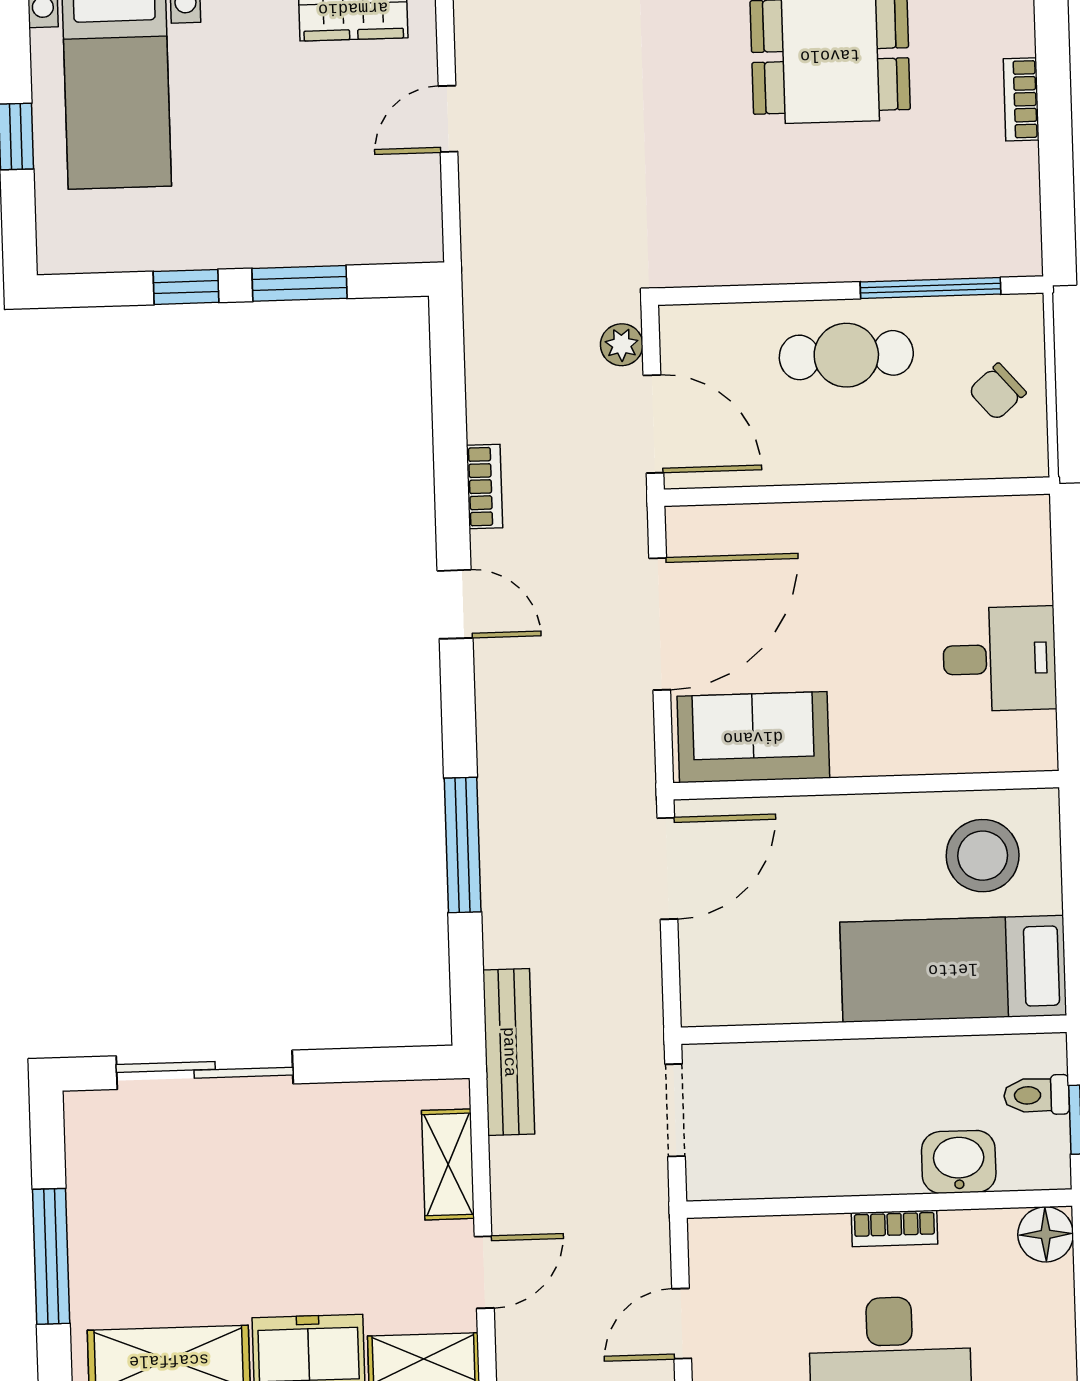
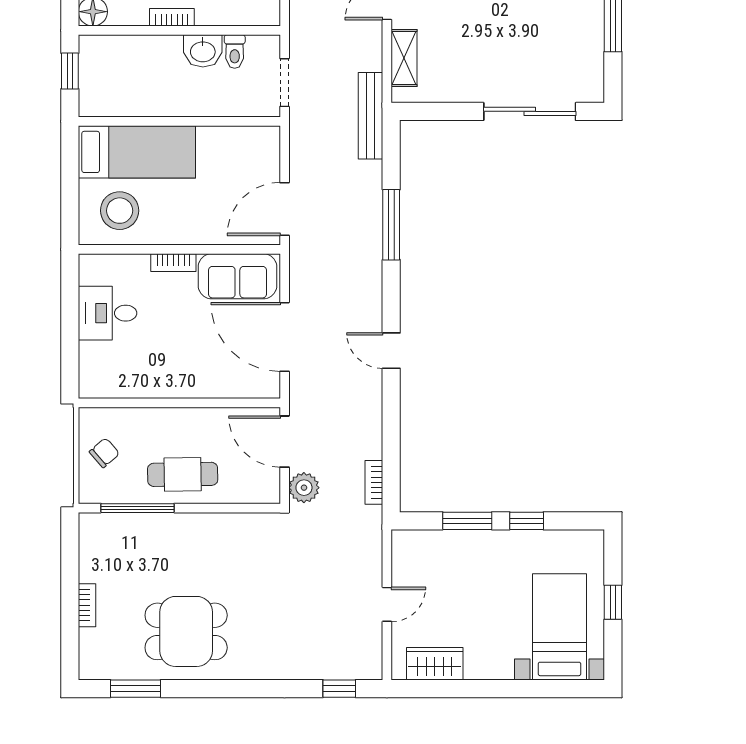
plant: (622, 345) -> (304, 488), width x1.38, depth x1.38
bookcase: (484, 487) -> (374, 482), moved
door: (660, 624) -> (285, 337), hinge flipped
bookcase: (877, 759) -> (173, 263), added
toilet: (1037, 1095) -> (235, 52), moved, turned 90
washbasin: (959, 1162) -> (203, 51), moved

